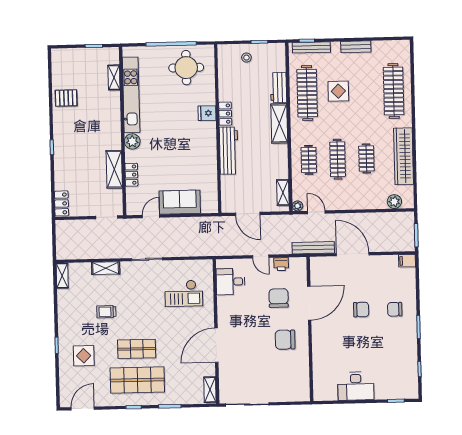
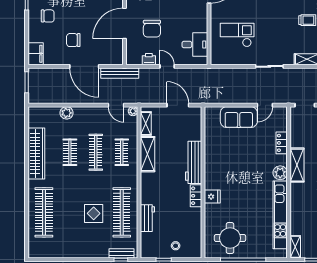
bench: (311, 47) -> (121, 253), width x0.73
bench: (356, 47) -> (77, 253), removed
shelving: (114, 77) -> (295, 247), moved
shelving: (279, 123) -> (148, 154), moved
shelving: (114, 169) -> (297, 165), moved
plant: (394, 202) -> (67, 113), moved
filing cabinet: (407, 261) -> (36, 54), width x2.00
chair: (361, 310) -> (73, 40), moved

